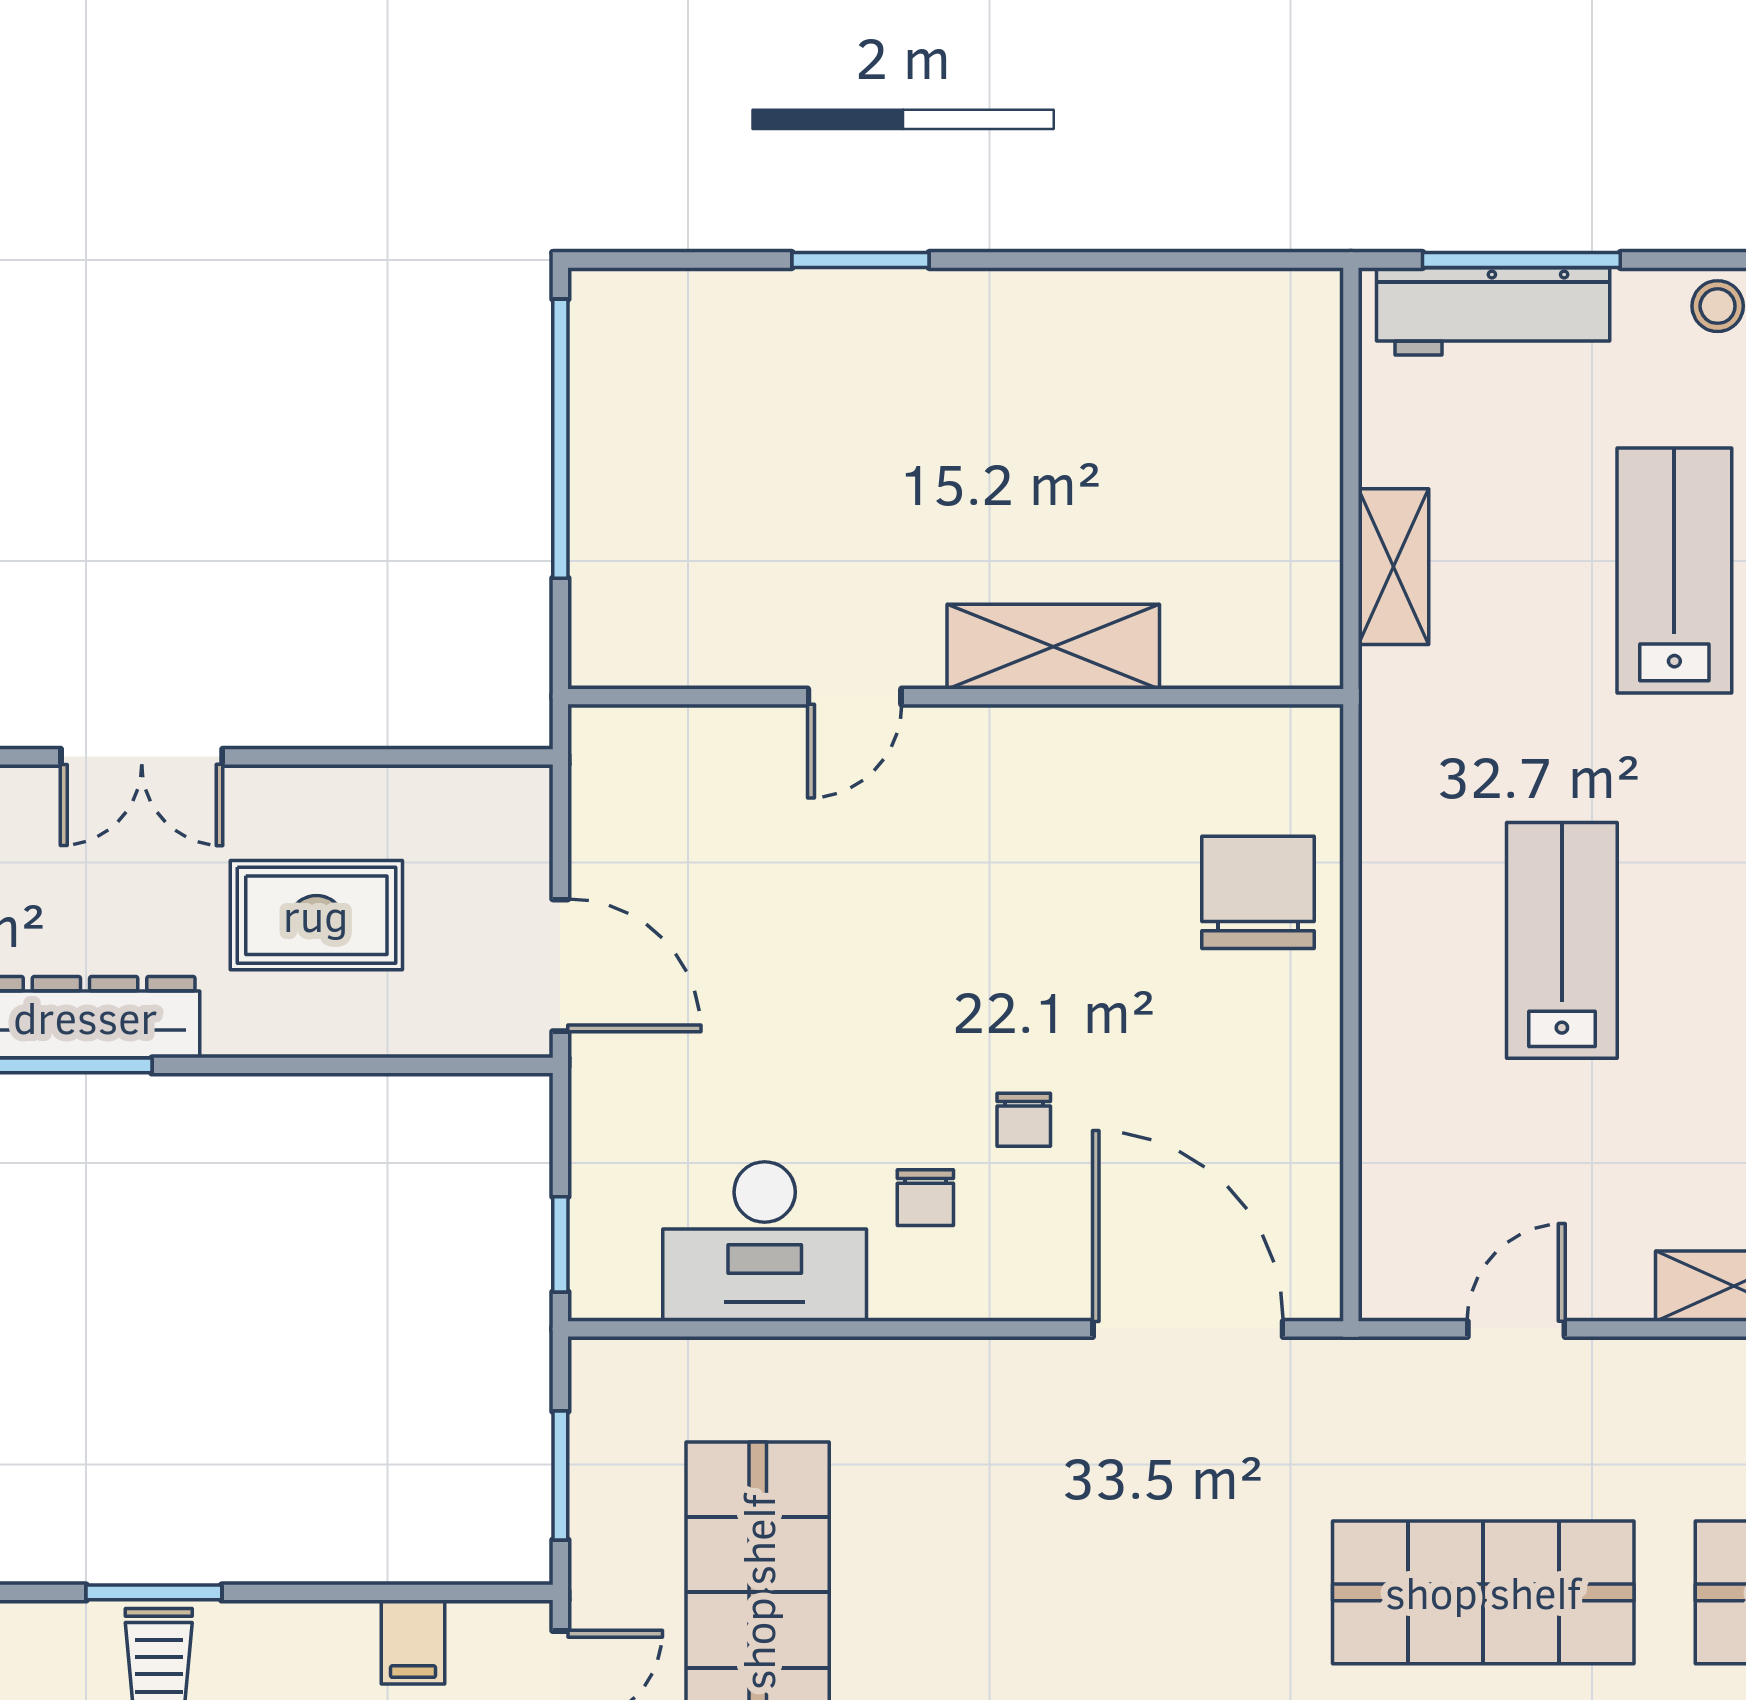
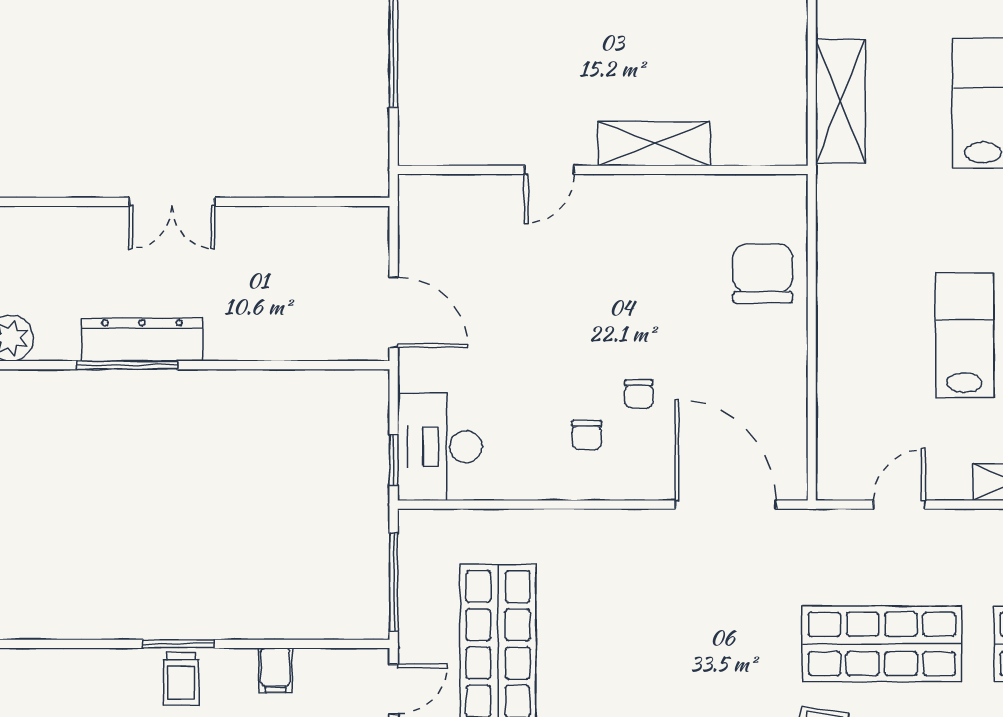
shelving: (1393, 567) -> (841, 101), width x1.50, depth x1.33
rug: (316, 915) -> (265, 286), removed
lab bench: (1562, 940) -> (965, 335), moved
desk: (765, 1242) -> (440, 447), moved, turned 90
window: (560, 1476) -> (394, 582), width x1.44
filing cabinet: (413, 1642) -> (276, 670), moved

